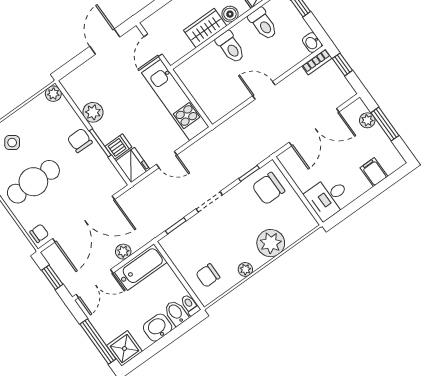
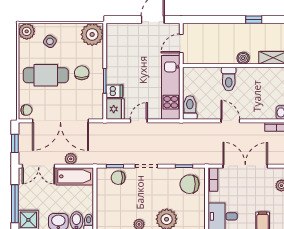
toilet: (263, 24) -> (190, 108), moved, turned 180
wardrobe: (205, 28) -> (221, 56), removed
plant: (53, 94) -> (92, 34), width x1.88, depth x1.88
plant: (93, 112) -> (114, 58), removed
double door: (314, 127) -> (245, 166), swing flipped
chair: (80, 140) -> (82, 73), moved
door: (167, 160) -> (139, 121), swing flipped
bookcase: (290, 166) -> (213, 179), added
chair: (208, 275) -> (118, 178), moved

